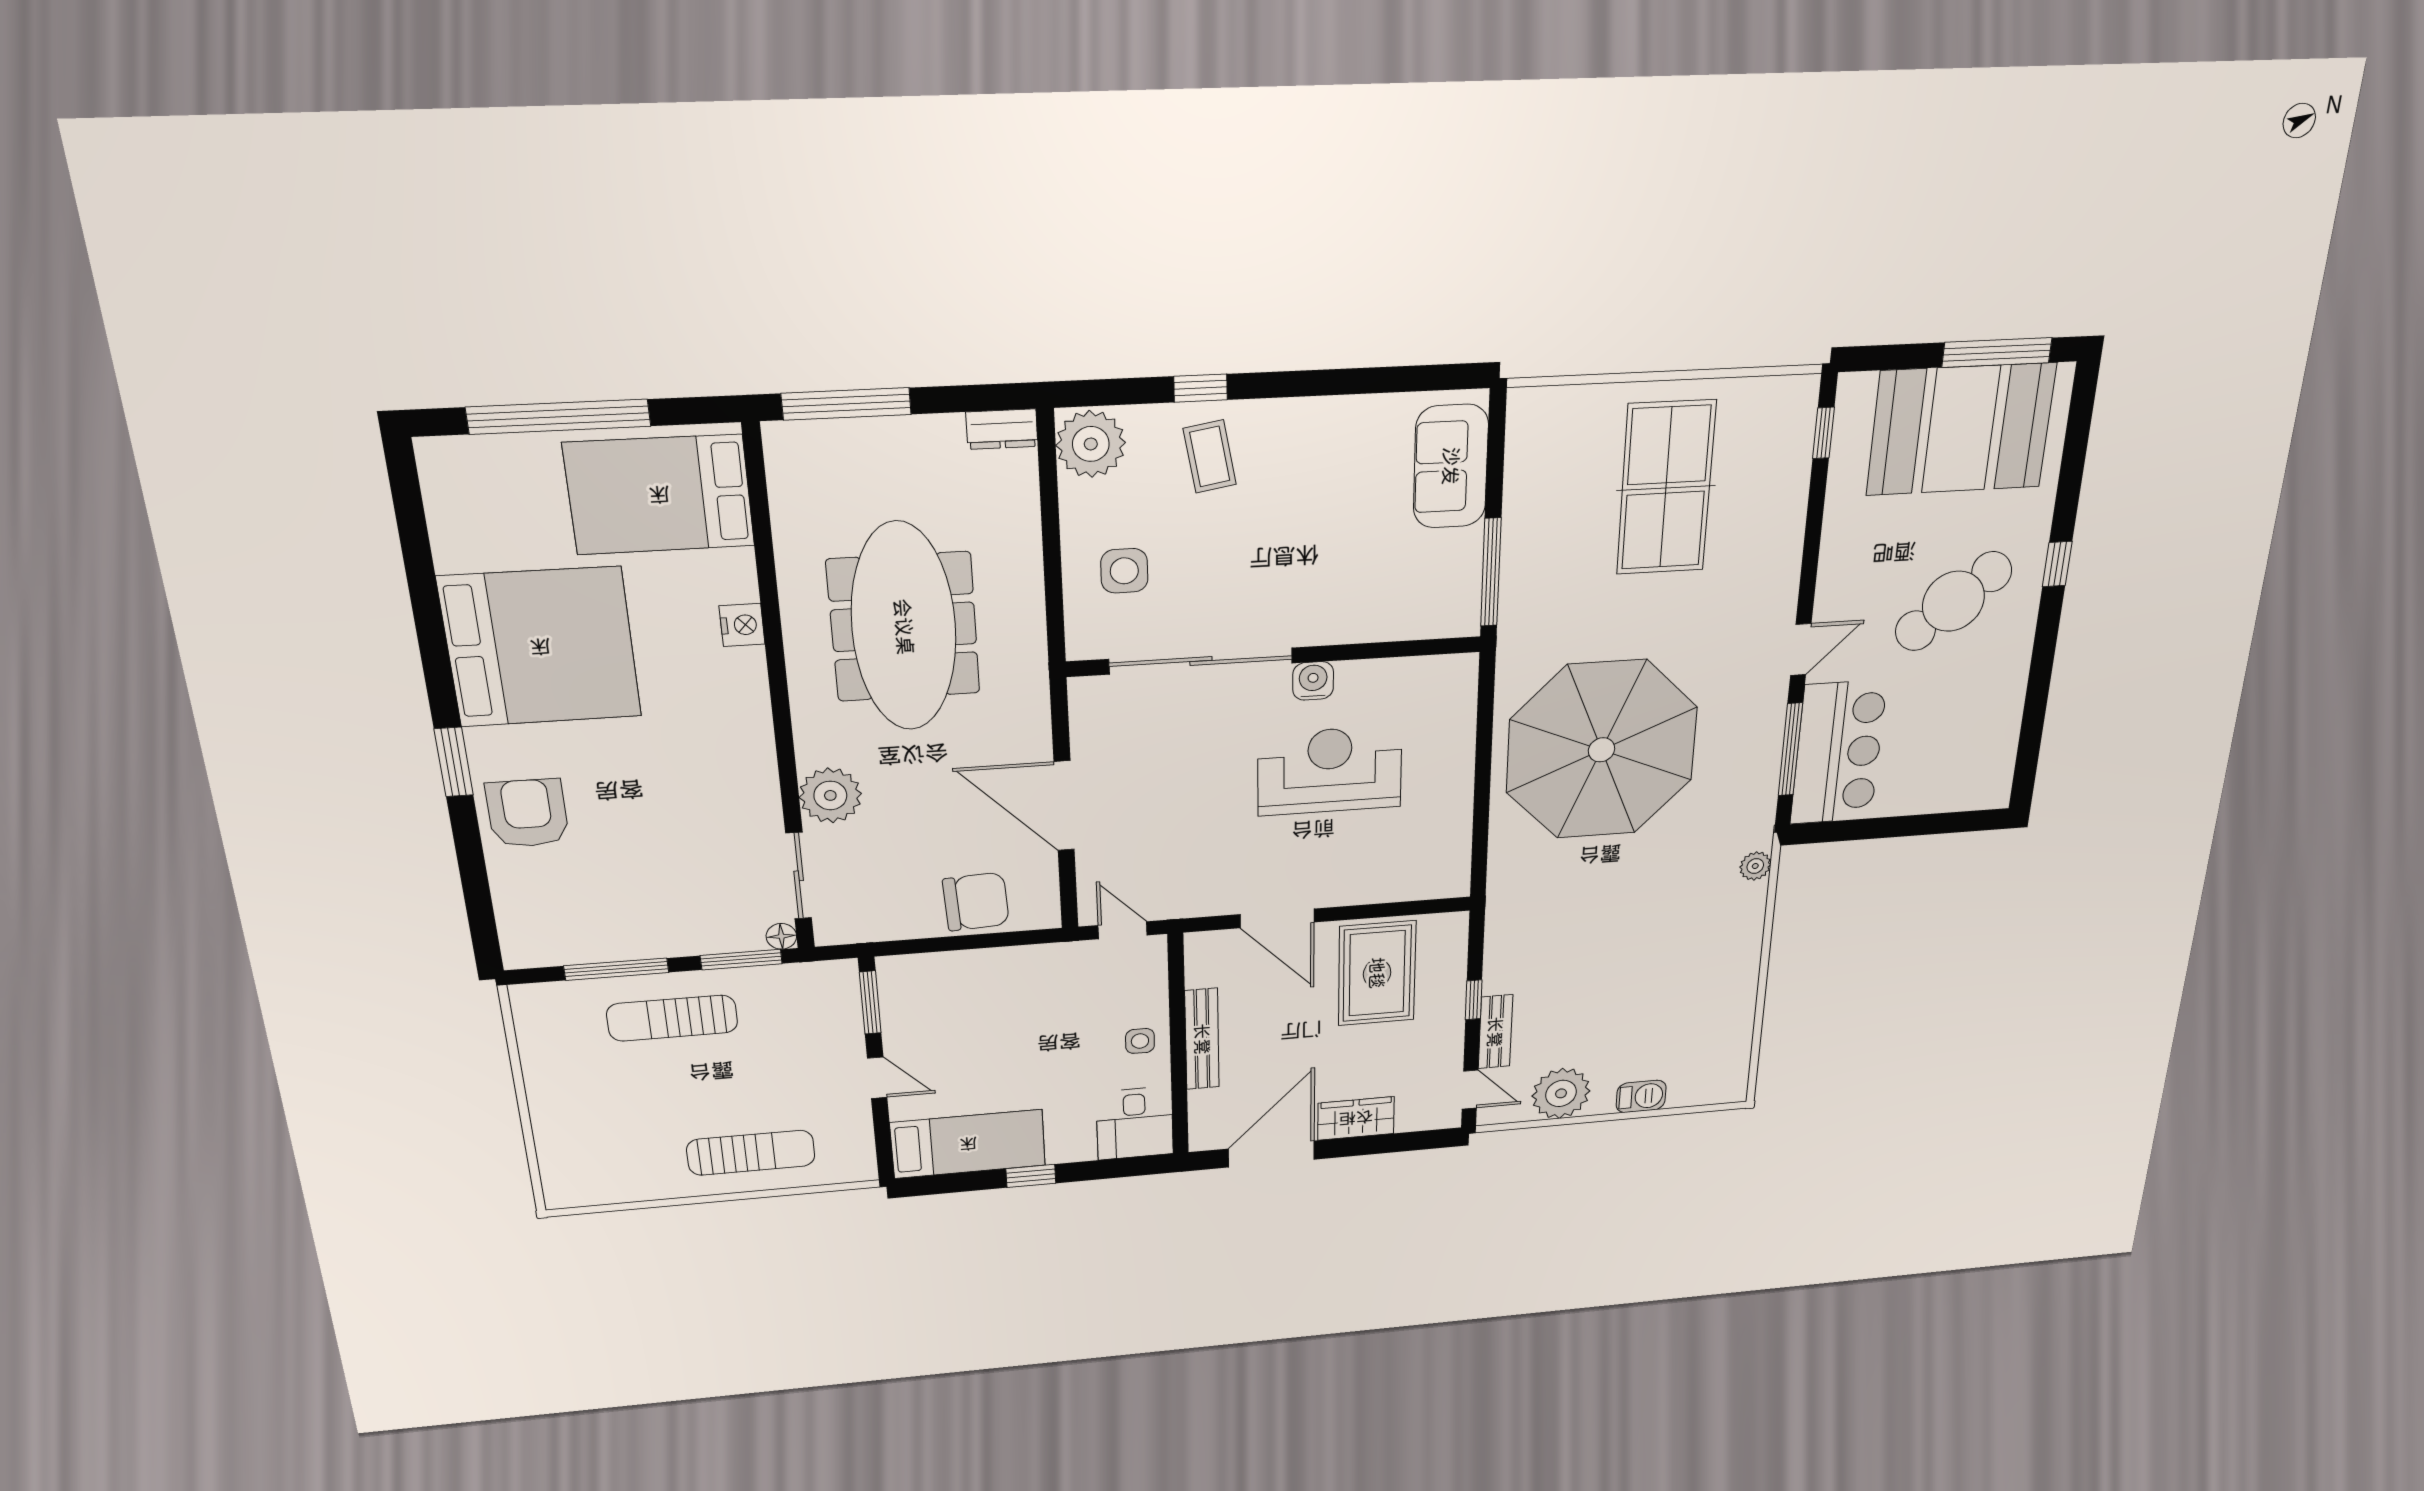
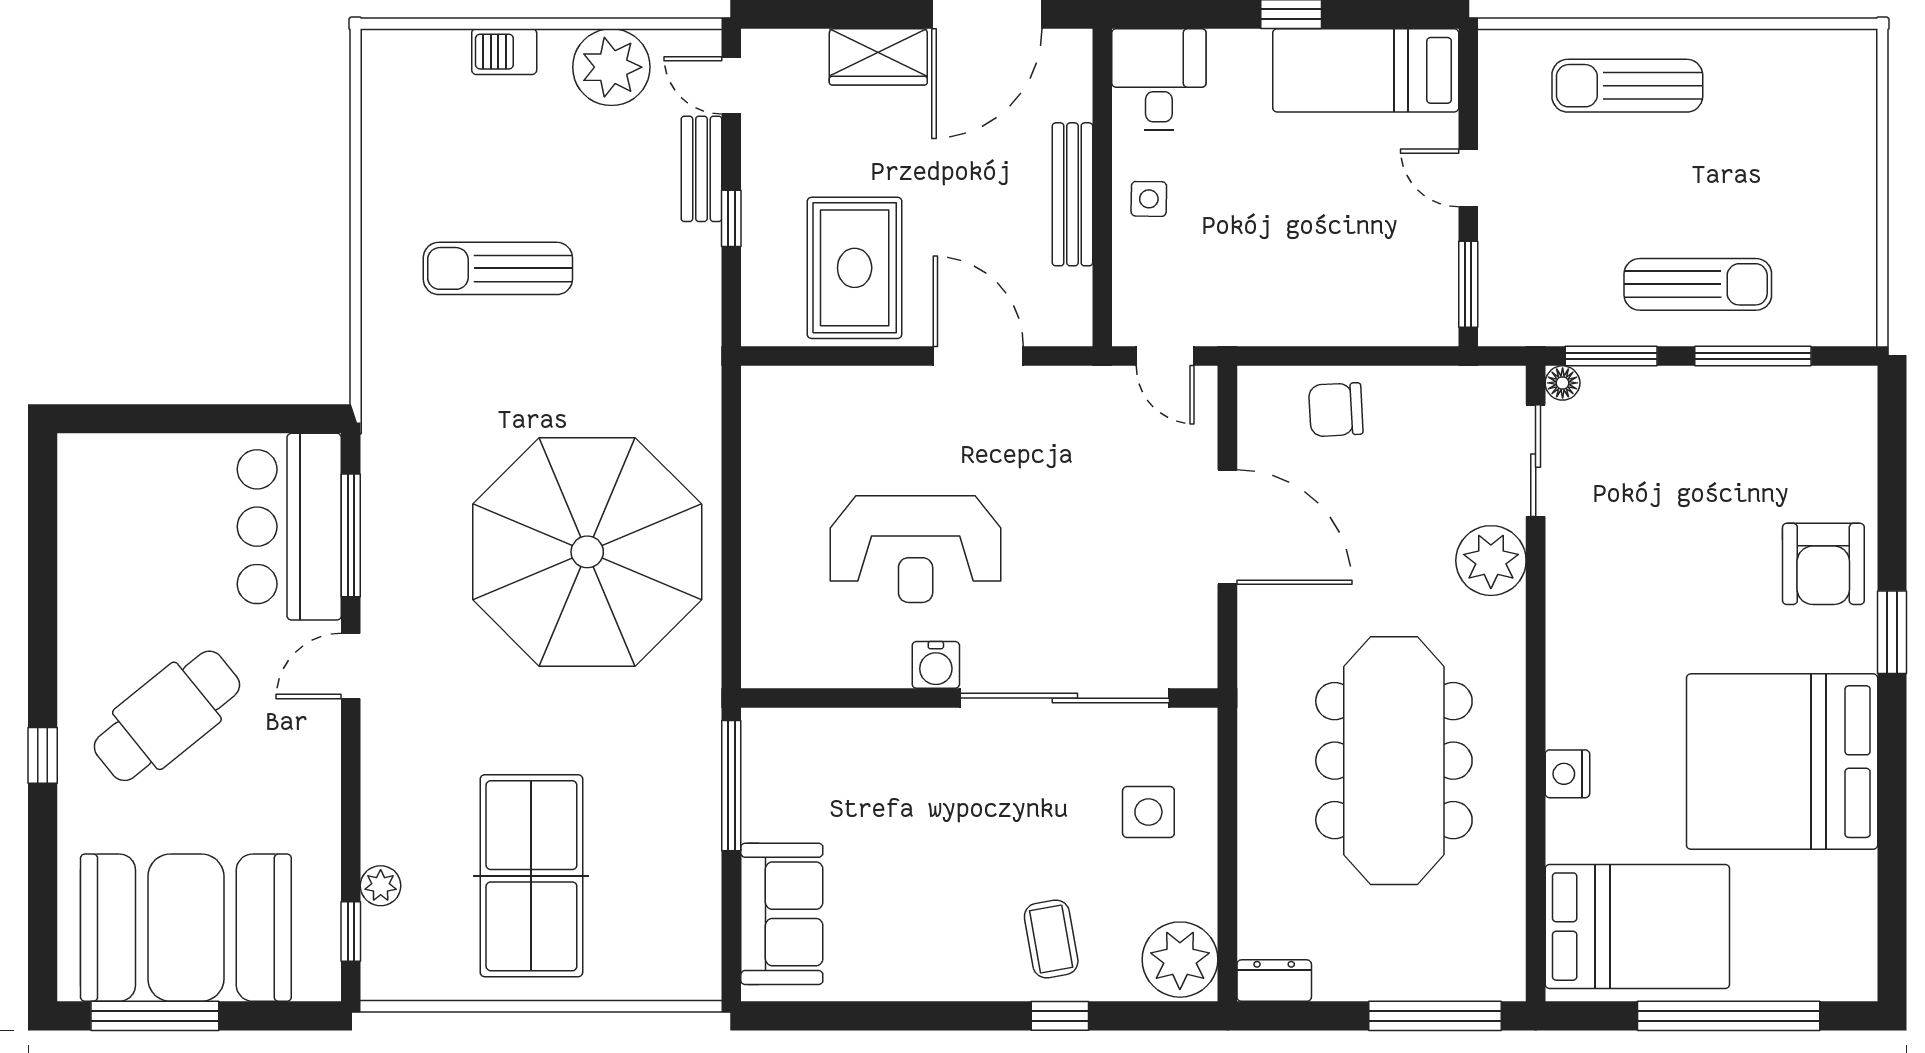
plant: (1755, 866) -> (381, 886), moved
chair: (976, 902) -> (1336, 410), width x0.73, depth x0.73
sun lounger: (1657, 950) -> (498, 268), added

